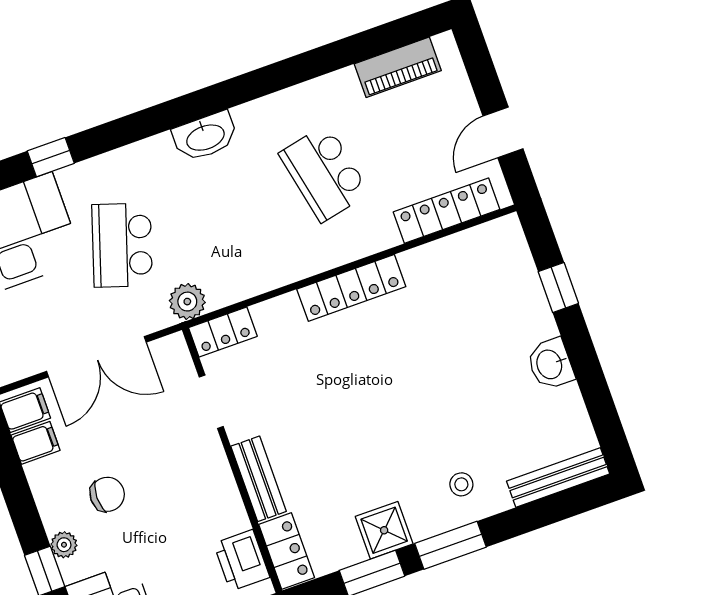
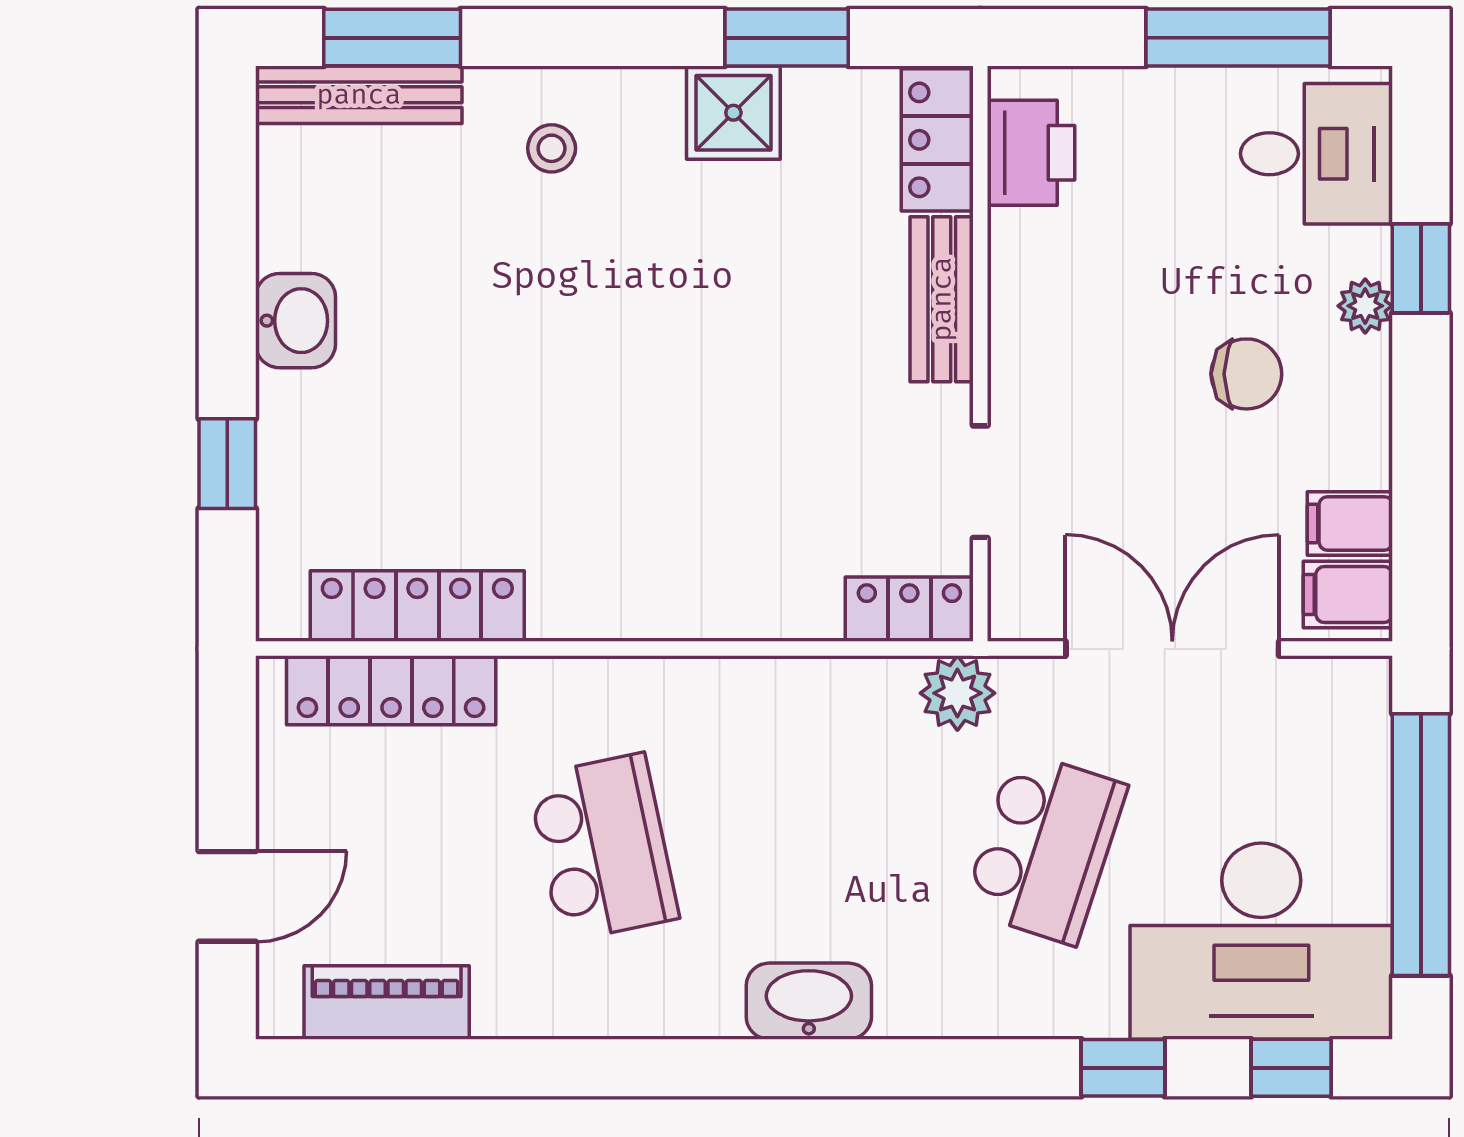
door: (503, 132) -> (227, 896), moved
locker: (351, 288) -> (417, 606), moved
chair: (107, 494) -> (1246, 374), turned 180
window: (451, 545) -> (392, 38), moved

